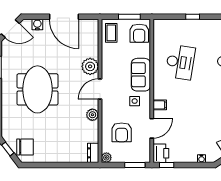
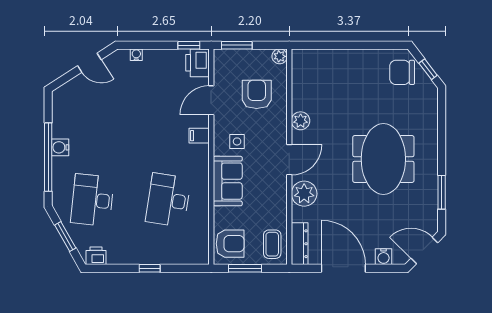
armchair: (139, 33) -> (230, 244), turned 90
dresser: (93, 153) -> (300, 244), moved, width x1.44

